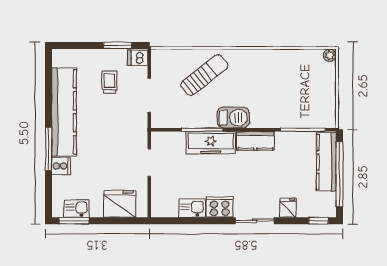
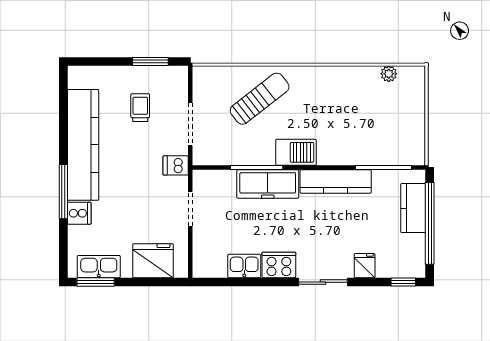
plant: (330, 55) -> (389, 74), moved
dishwasher: (138, 58) -> (176, 165), moved
kitchen counter: (255, 141) -> (336, 181), width x1.50
kitchen counter: (326, 162) -> (413, 208), width x0.67
kitchen sink: (77, 208) -> (99, 267), width x1.38

